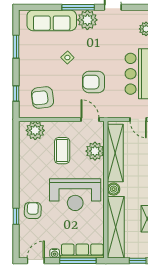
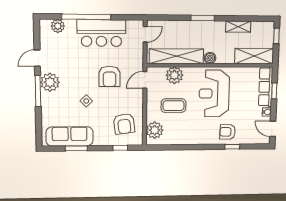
sofa: (52, 20) -> (70, 136), moved, turned -90
reception desk: (75, 195) -> (214, 93), turned 180
shelving: (116, 227) -> (254, 56), width x0.68
window: (78, 261) -> (274, 91), width x0.46

